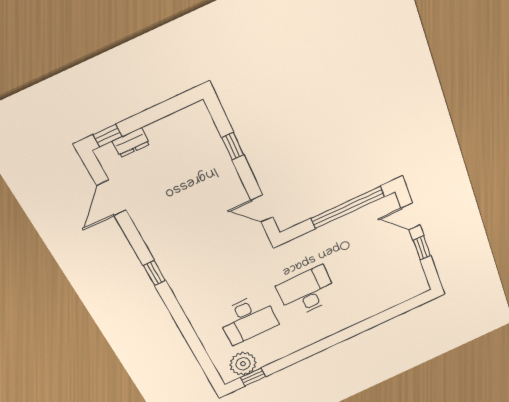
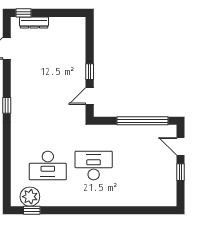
dresser: (131, 143) -> (34, 22), width x1.44
window: (233, 146) -> (90, 72), moved
door: (262, 209) -> (90, 96), hinge flipped

